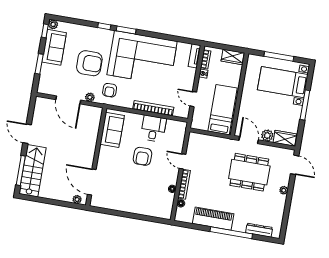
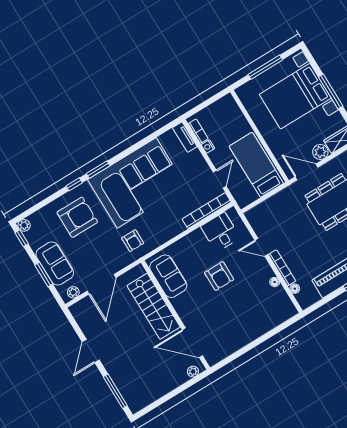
sofa: (54, 47) -> (55, 264), moved
wardrobe: (233, 57) -> (222, 106), removed
armchair: (89, 63) -> (77, 217), moved
bed with nightstands: (283, 82) -> (295, 96), width x1.36
plant: (90, 97) -> (73, 292), moved
door: (193, 99) -> (220, 179), swing flipped
door: (68, 100) -> (101, 284), hinge flipped
bookcase: (153, 108) -> (207, 211), moved
desk: (153, 129) -> (220, 232), moved
door: (27, 134) -> (91, 351), hinge flipped
stairs: (33, 171) -> (154, 306), moved, turned 180

